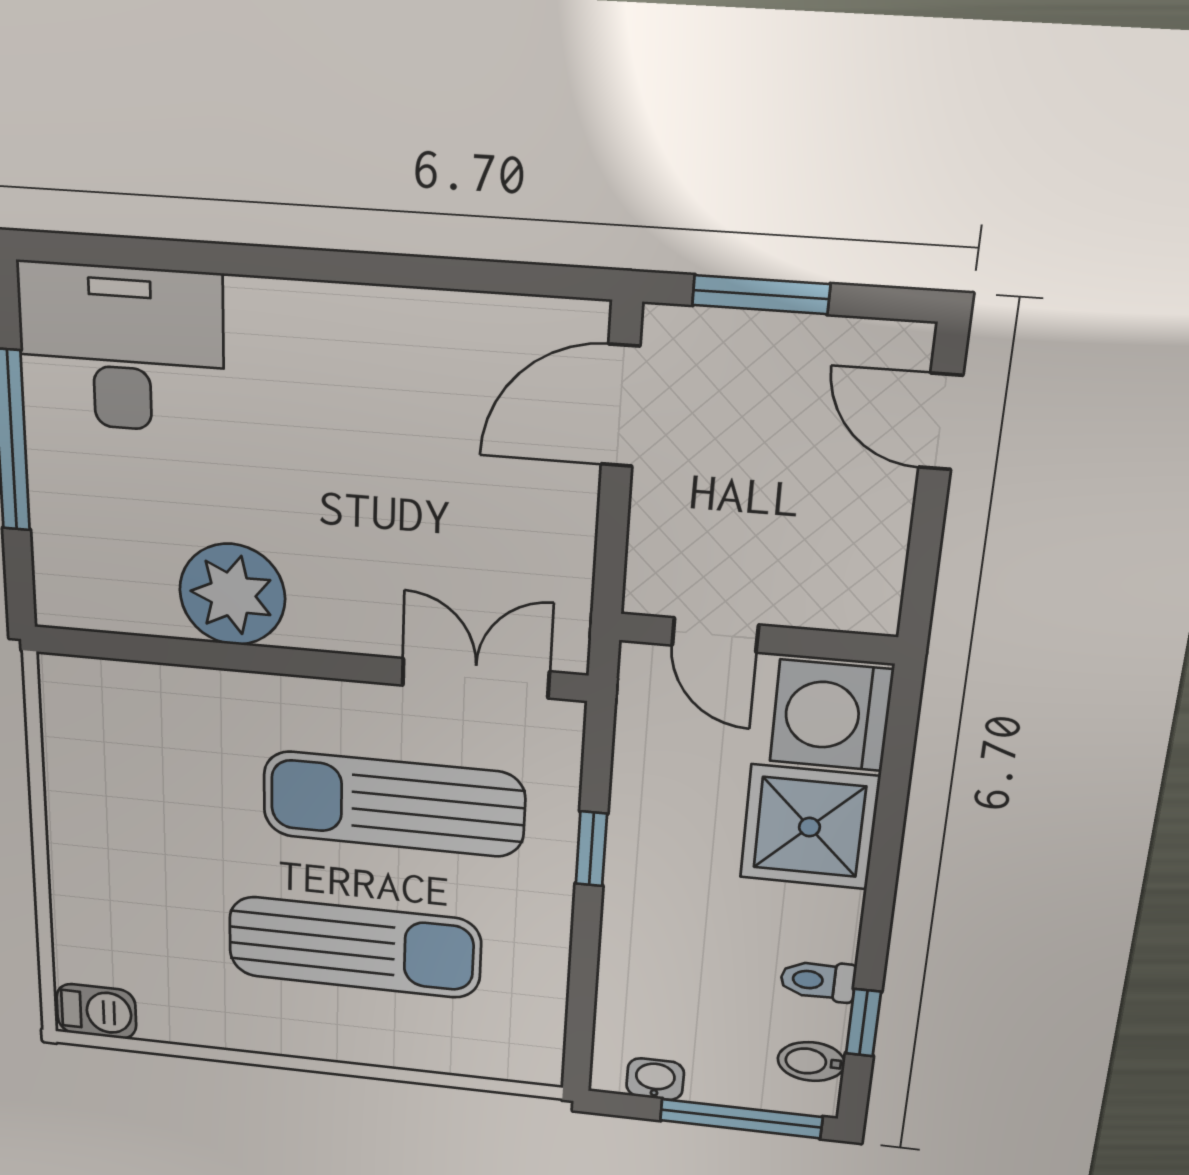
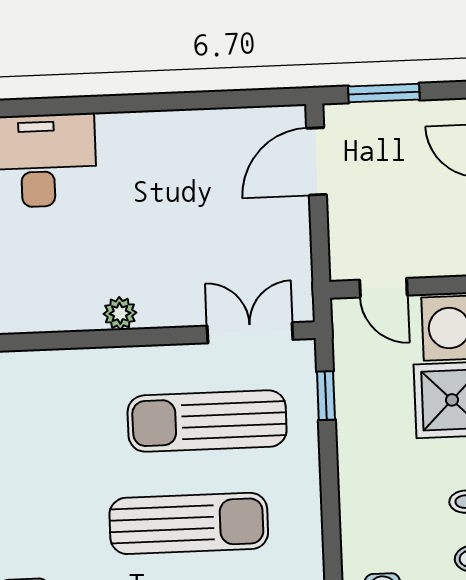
plant: (232, 594) -> (120, 313), width x0.53, depth x0.53
window: (591, 849) -> (326, 396), moved

